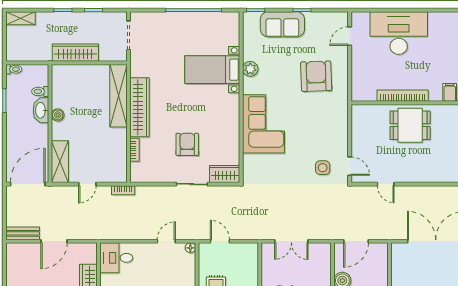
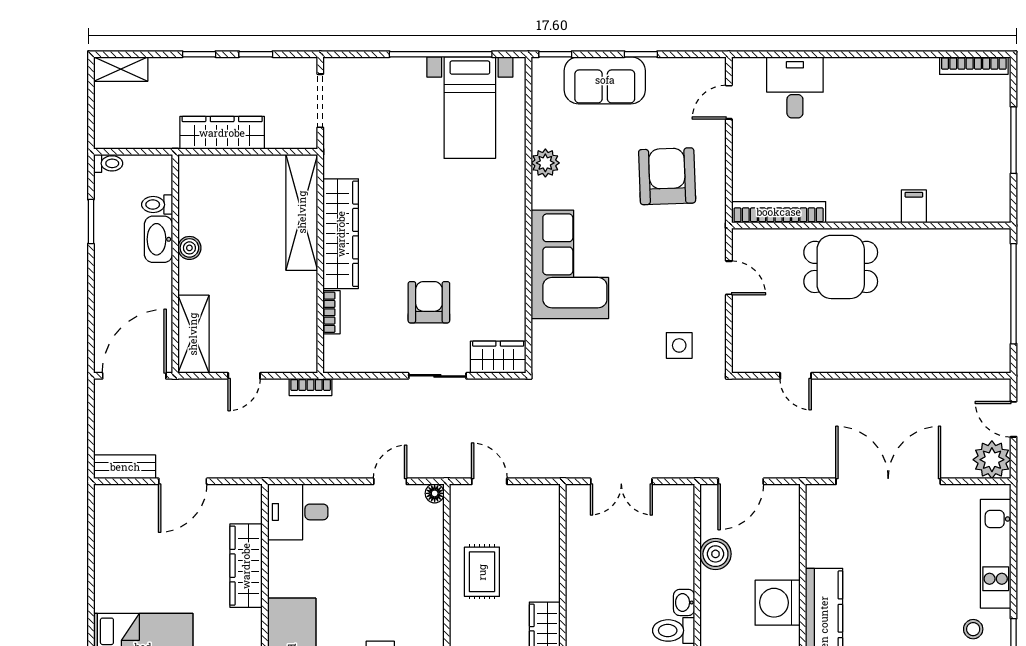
desk: (399, 33) -> (795, 87), width x0.53, depth x0.77
bed with nightstands: (212, 70) -> (470, 108), moved, turned -90
bookcase: (403, 96) -> (779, 212), moved
door: (350, 166) -> (729, 278), moved

